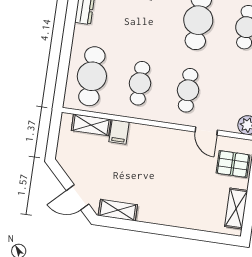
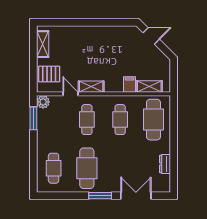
shelving: (118, 210) -> (91, 87), moved

